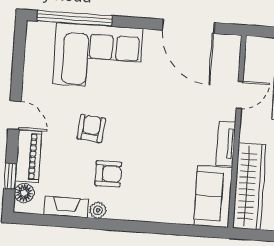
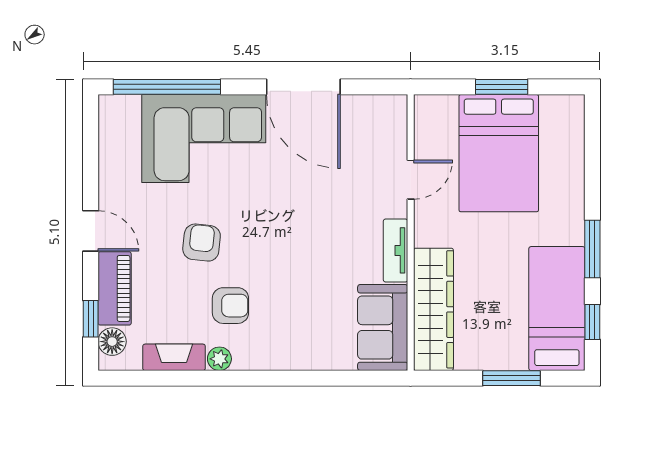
door: (188, 26) -> (303, 87), moved

